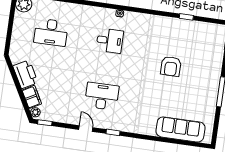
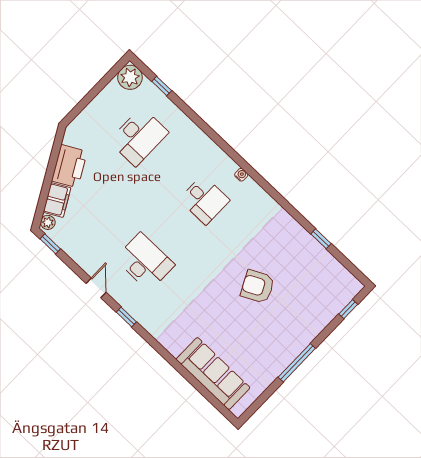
desk: (51, 32) -> (139, 137), turned -90
armchair: (171, 66) -> (257, 286), turned 63

